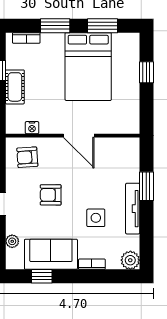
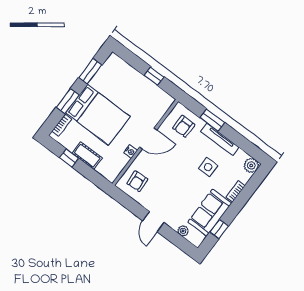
bed: (88, 67) -> (98, 115), moved
window: (146, 72) -> (154, 76), moved
nightstand: (32, 128) -> (130, 152), moved
armchair: (51, 195) -> (184, 126), moved

